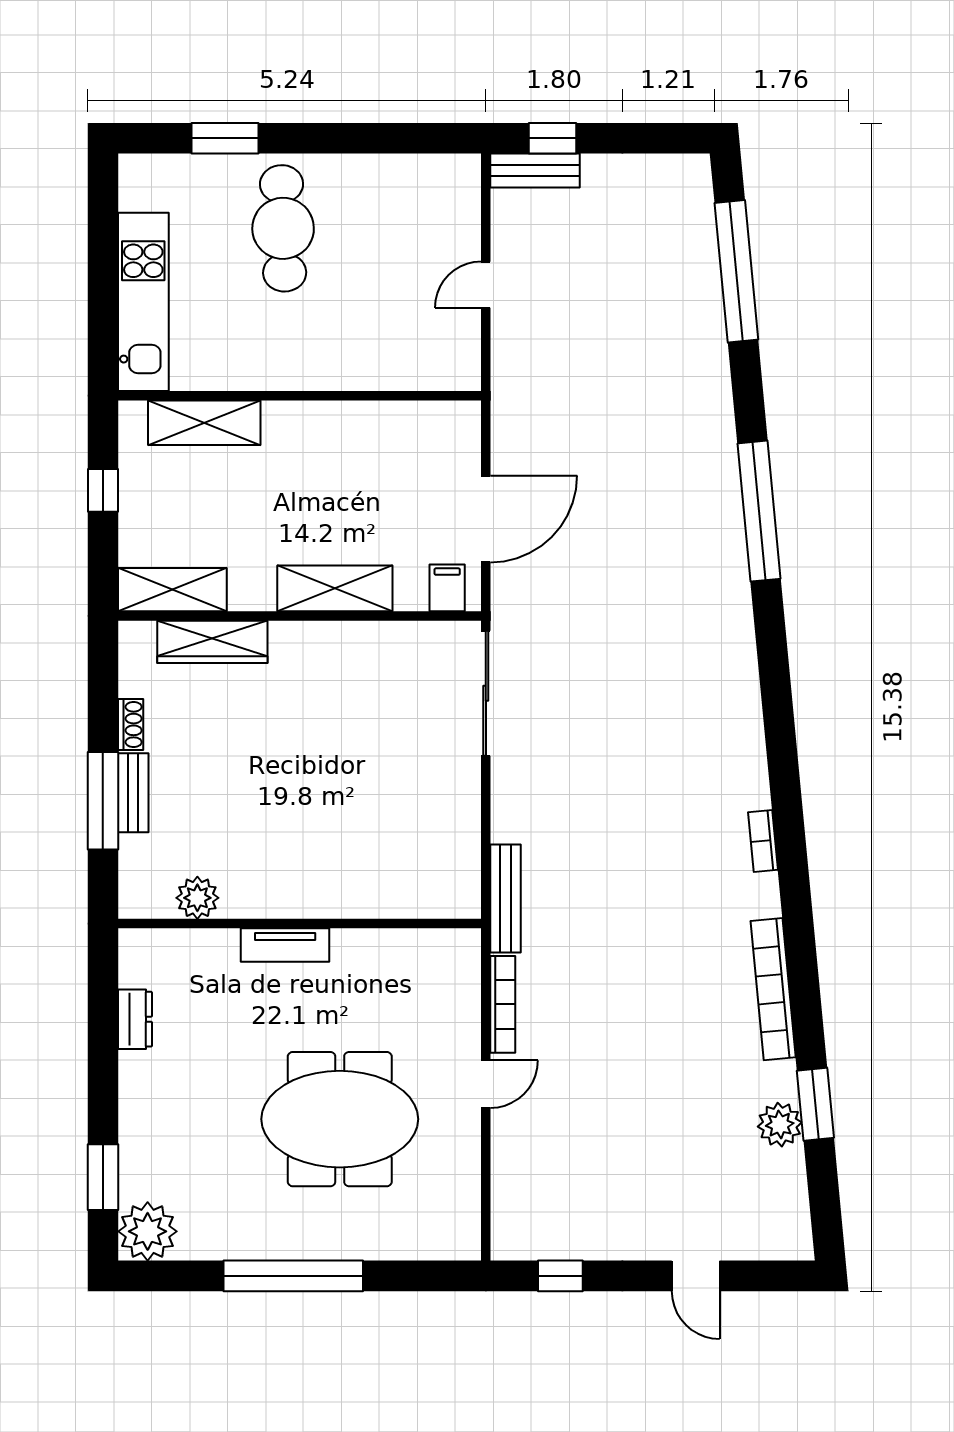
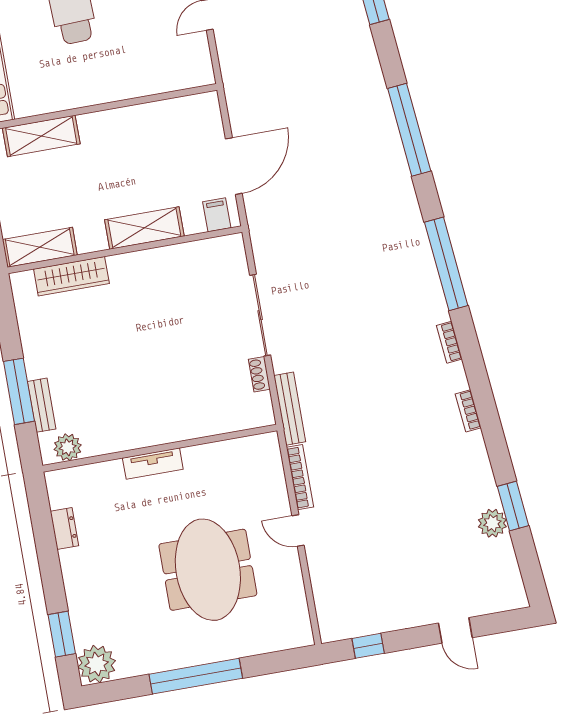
sliding door: (486, 693) -> (260, 315), moved
window: (779, 722) -> (446, 264), added
shoe rack: (131, 724) -> (259, 374), moved, turned 180
bench: (133, 793) -> (42, 405), moved
plant: (197, 898) -> (68, 447), moved
bookcase: (773, 989) -> (468, 411), width x0.43, depth x0.76
door: (486, 1084) -> (298, 531), swing flipped
meeting table: (340, 1119) -> (208, 570), turned 90

